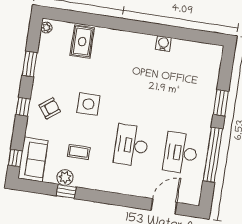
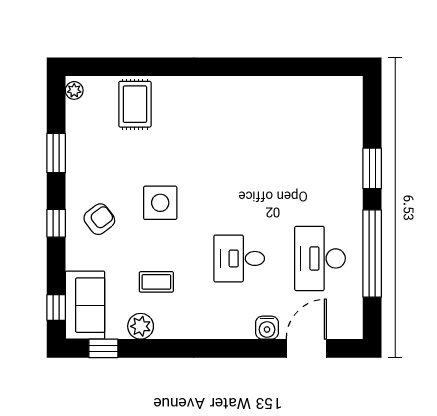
water cooler: (163, 44) -> (267, 328), moved, turned 180
desk: (131, 145) -> (239, 258), width x0.73
window: (66, 191) -> (103, 348), moved

